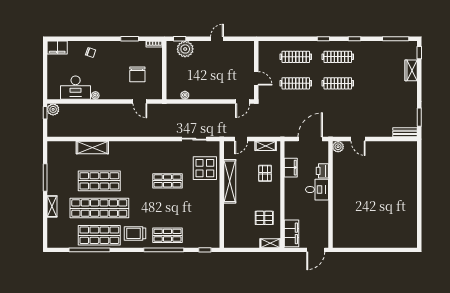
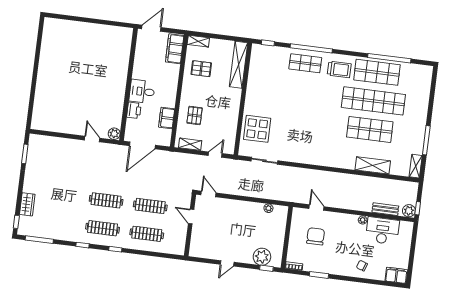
door: (243, 101) -> (208, 194), hinge flipped
bench: (405, 132) -> (385, 209), moved
shop shelf: (168, 181) -> (298, 120), removed
shelving: (230, 181) -> (239, 65), moved
shelving: (52, 206) -> (416, 166), moved

